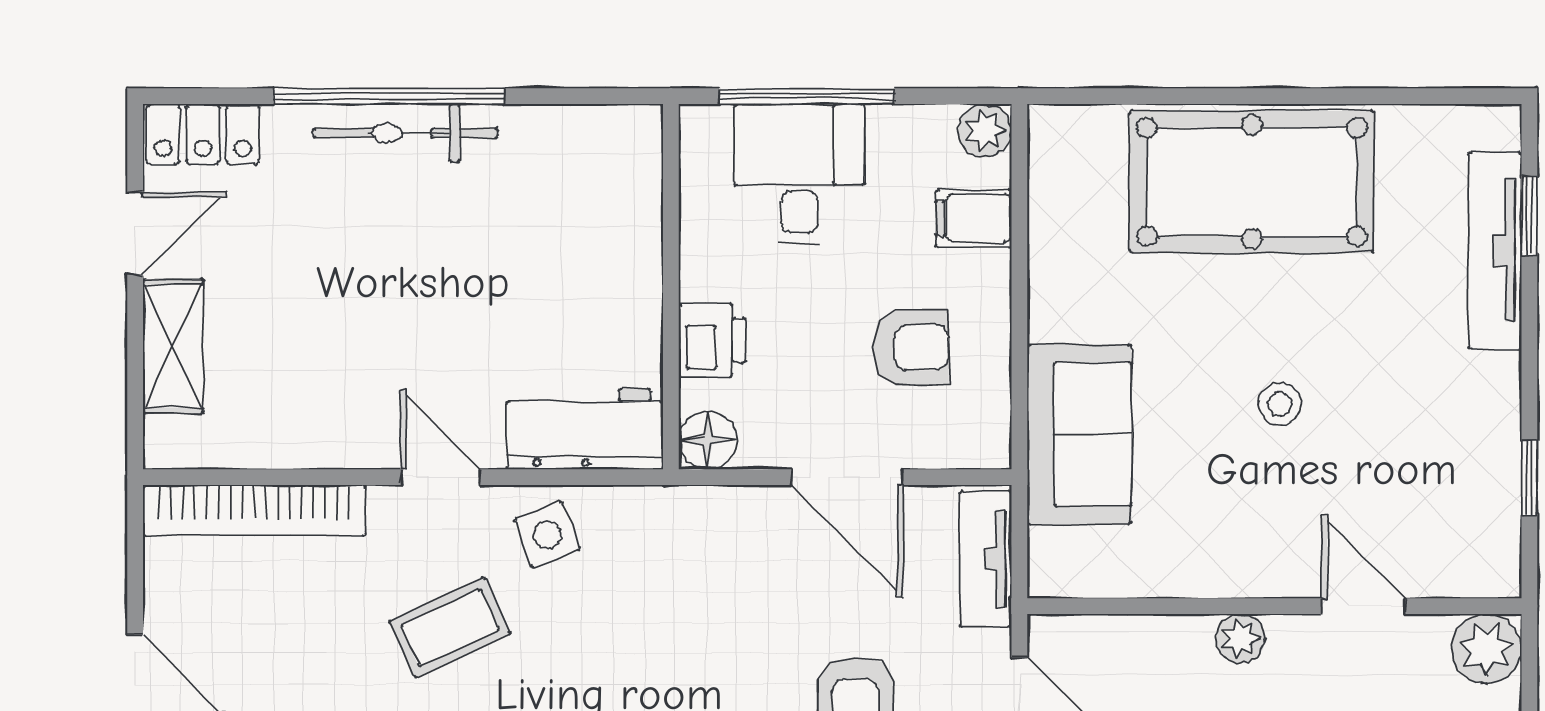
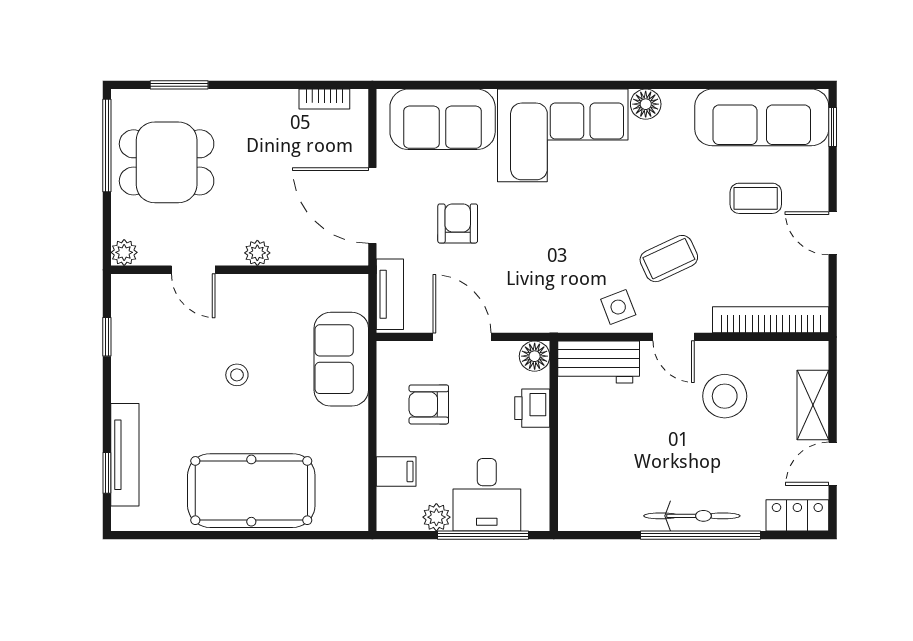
plant: (985, 131) -> (436, 517), moved
stool: (342, 363) -> (725, 396), added
plant: (1487, 649) -> (124, 252), width x0.73, depth x0.73

